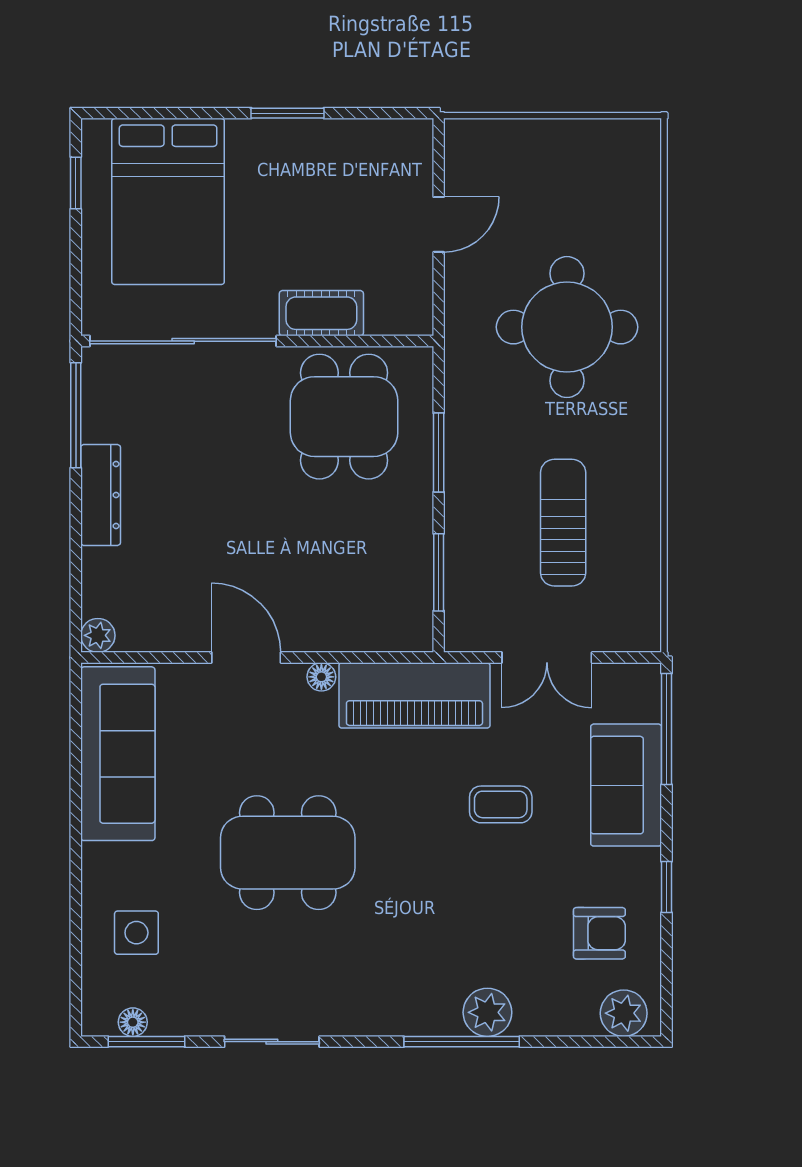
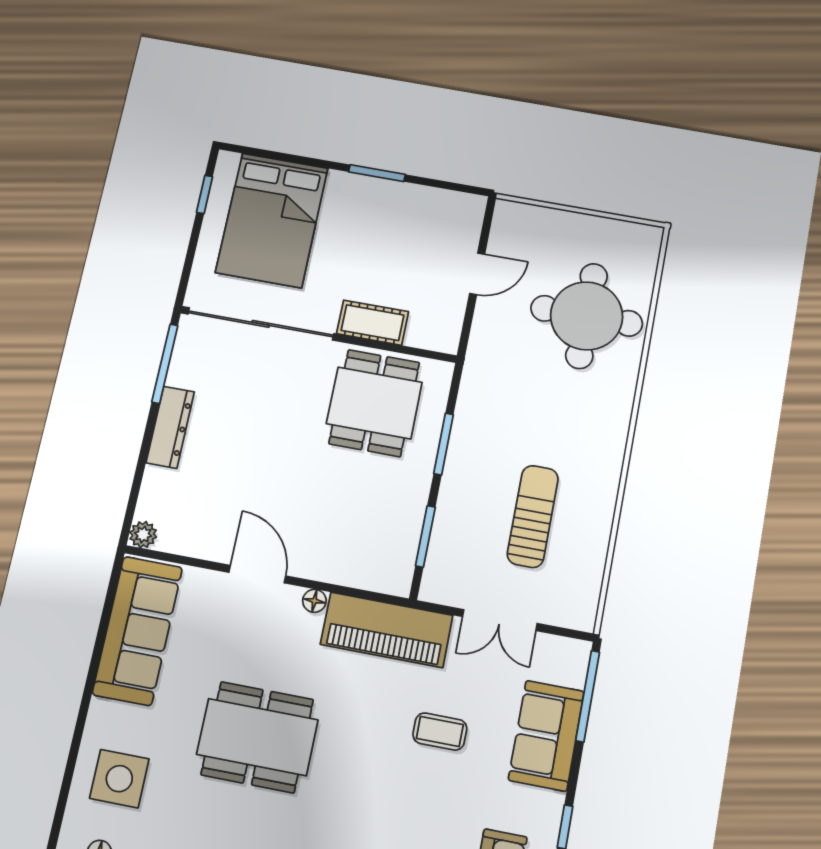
round table: (567, 327) -> (587, 316), moved
side table: (136, 933) -> (119, 779), width x1.37, depth x1.37

